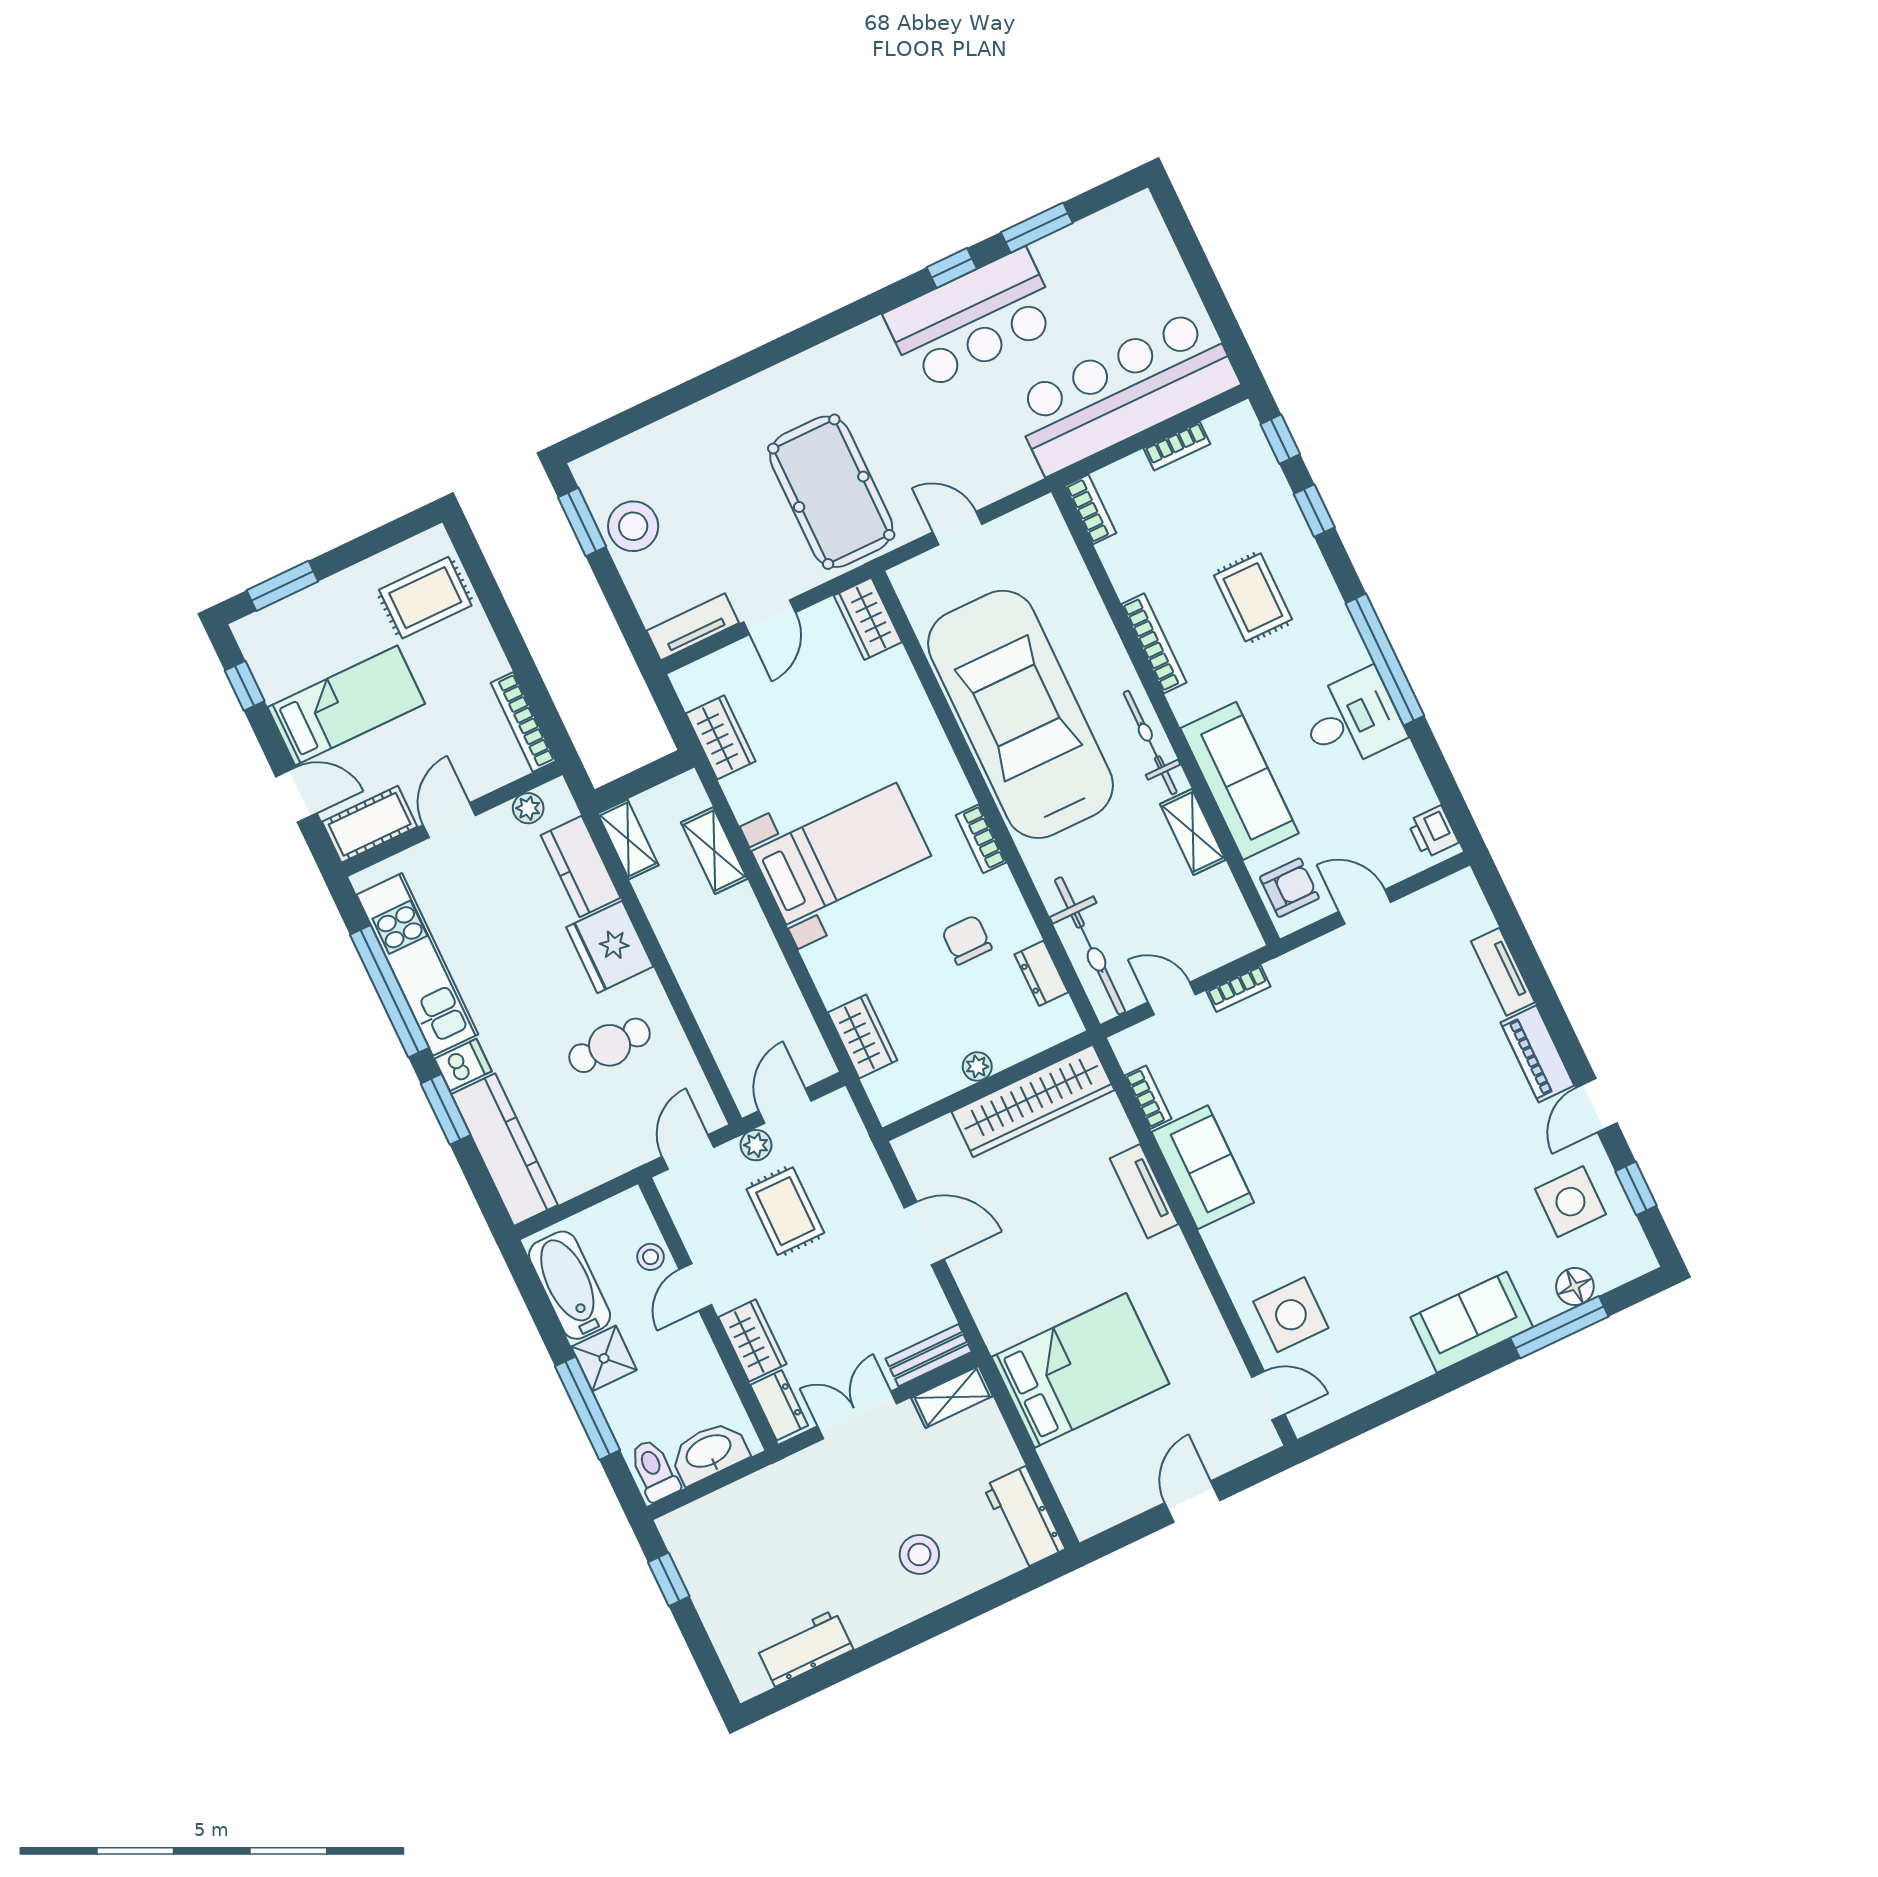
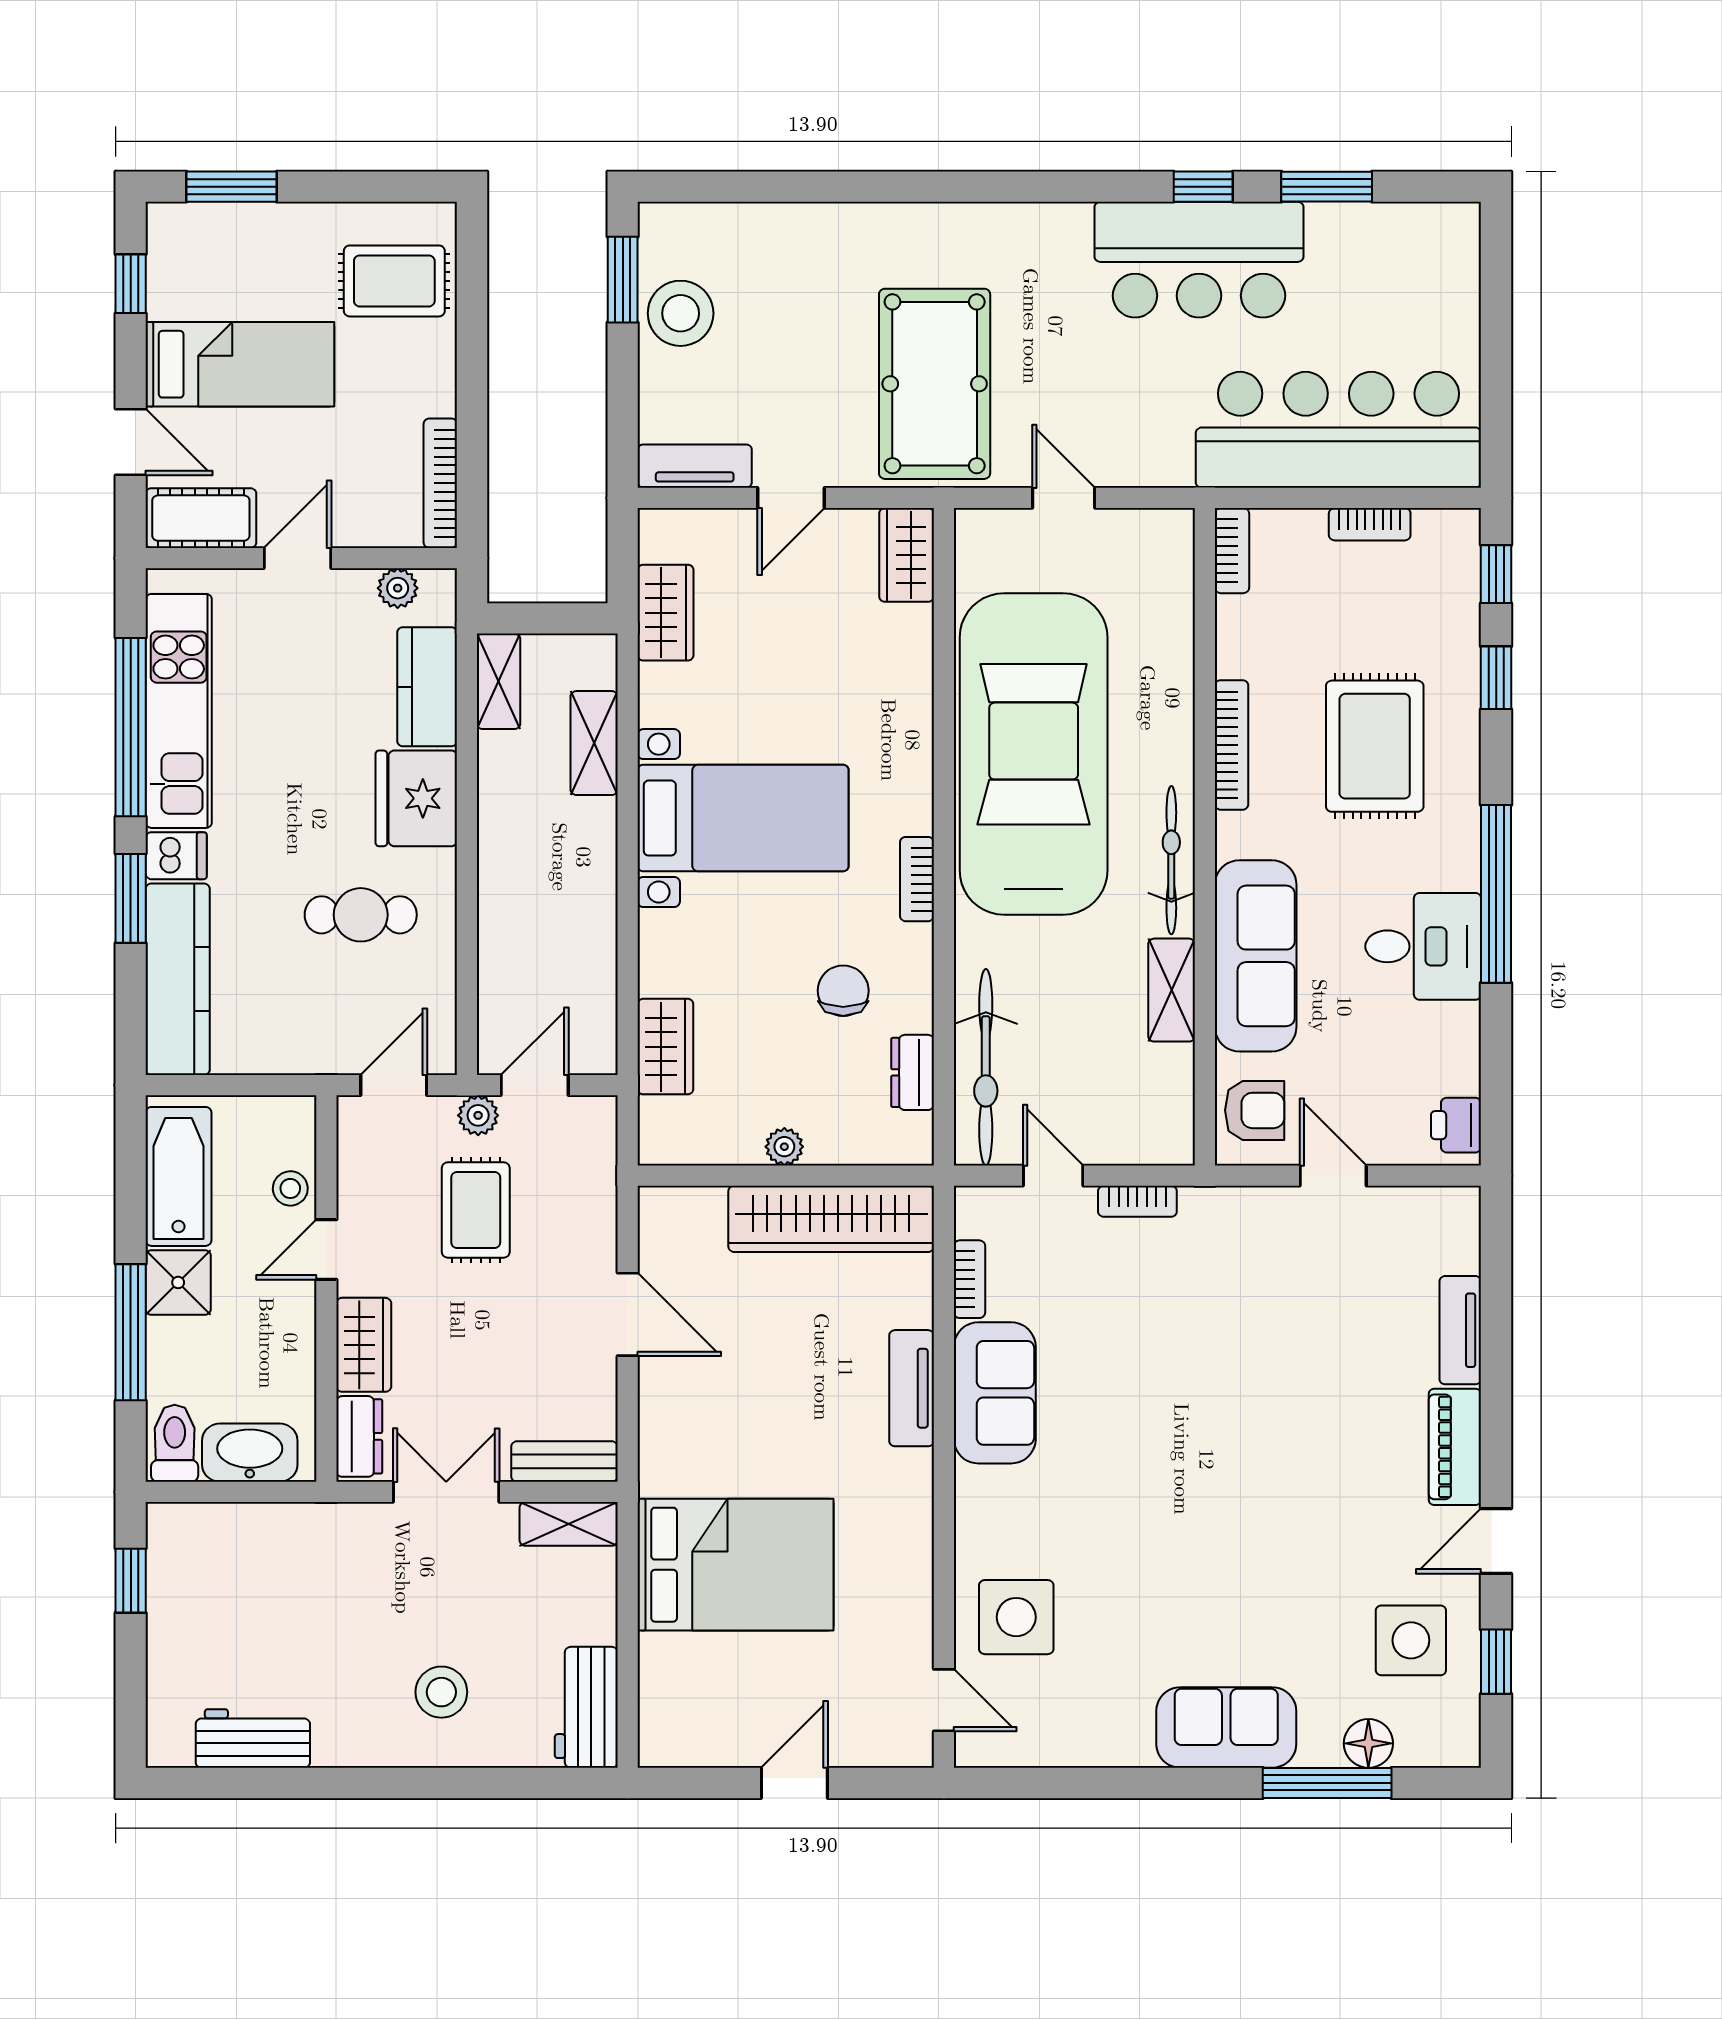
rug: (1253, 597) -> (1375, 746), width x1.36, depth x1.43

